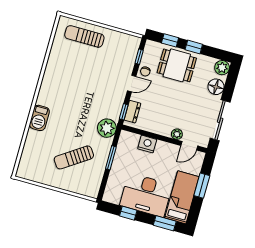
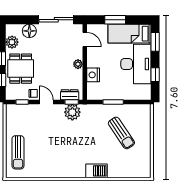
plant: (222, 68) -> (12, 42), moved
plant: (107, 128) -> (72, 112), moved
plant: (177, 134) -> (78, 64), moved

